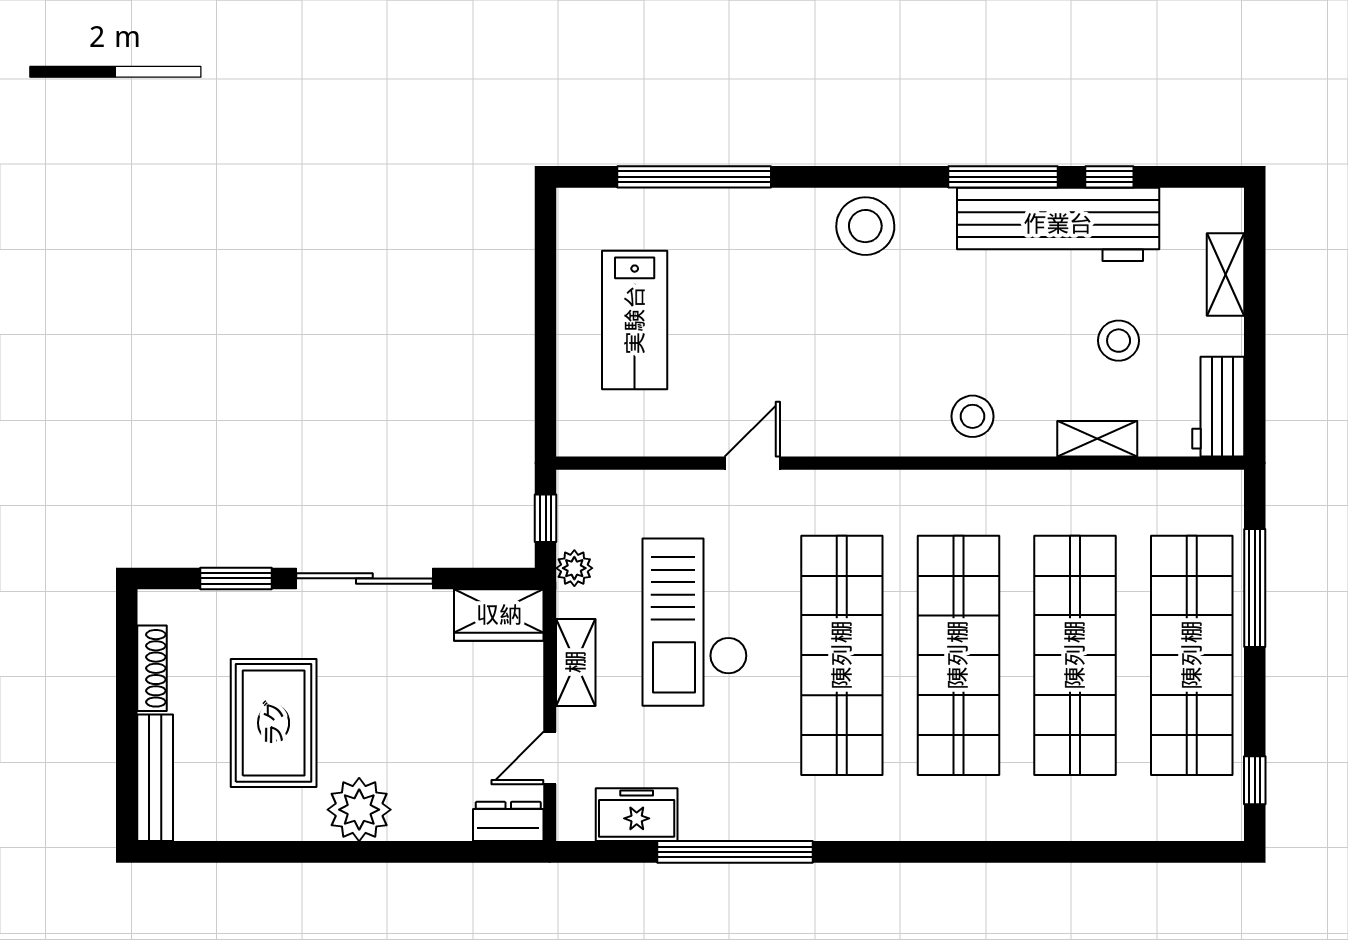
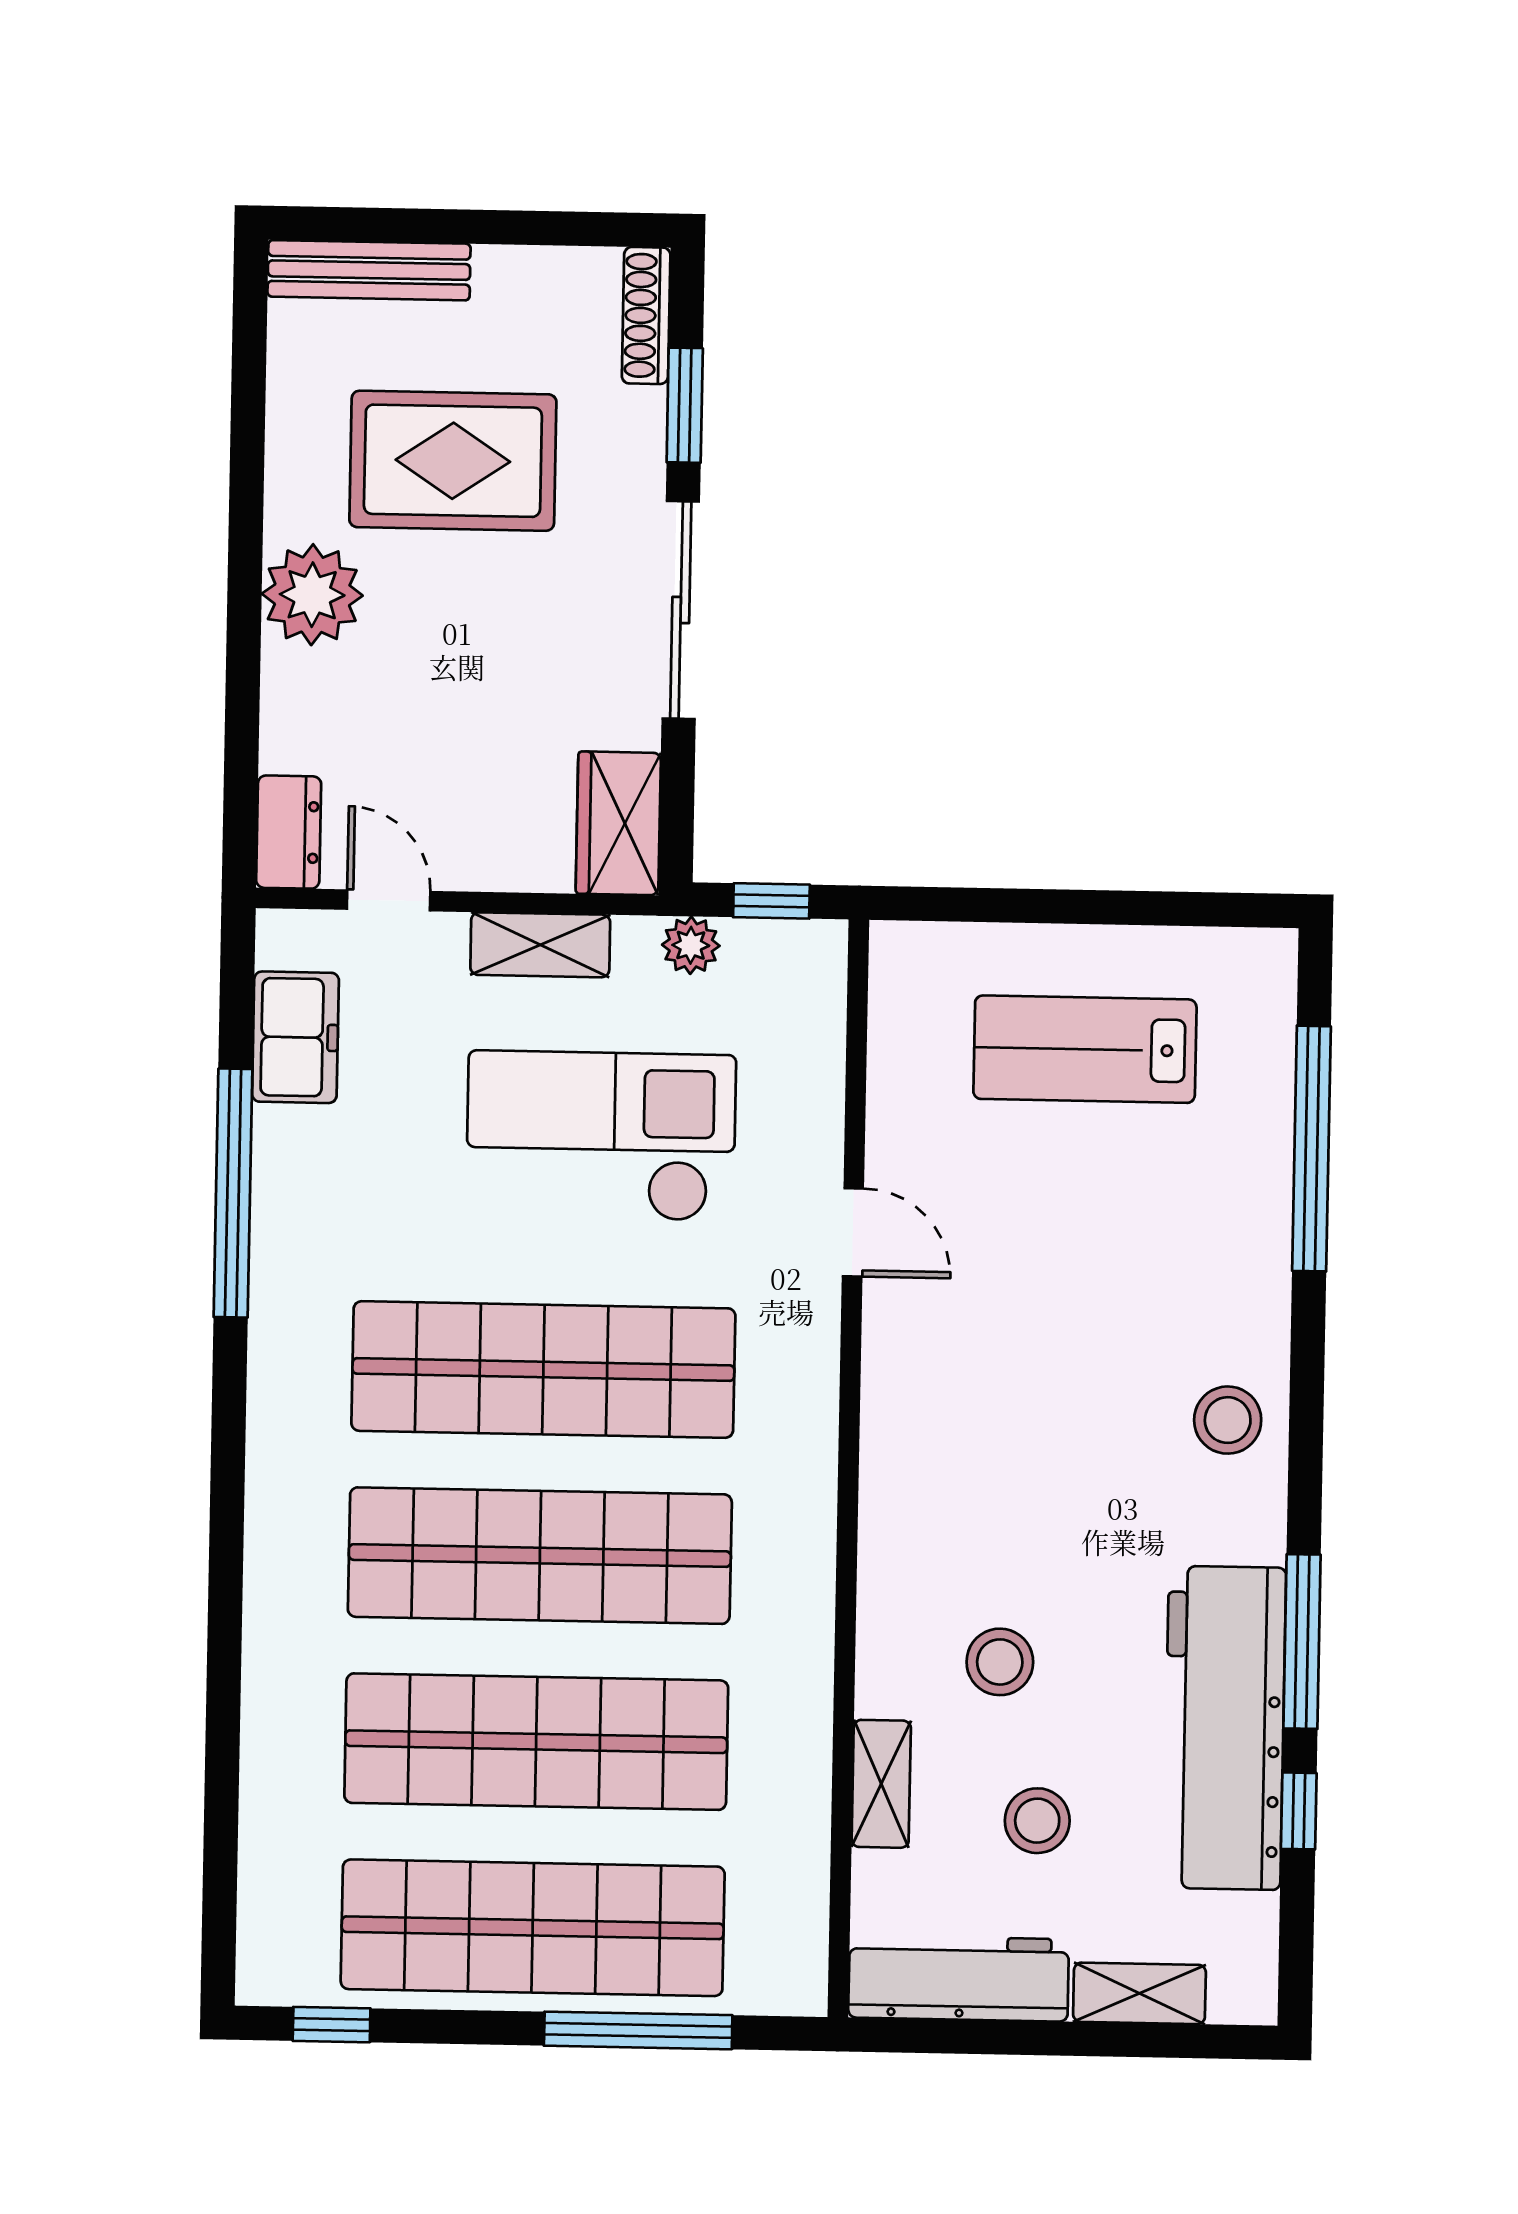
stool: (865, 226) -> (1228, 1420), width x0.73, depth x0.73
workbench: (1218, 407) -> (959, 1978), width x1.38
stool: (972, 416) -> (1000, 1662), moved
shoe rack: (152, 668) -> (646, 315), moved, turned 90

